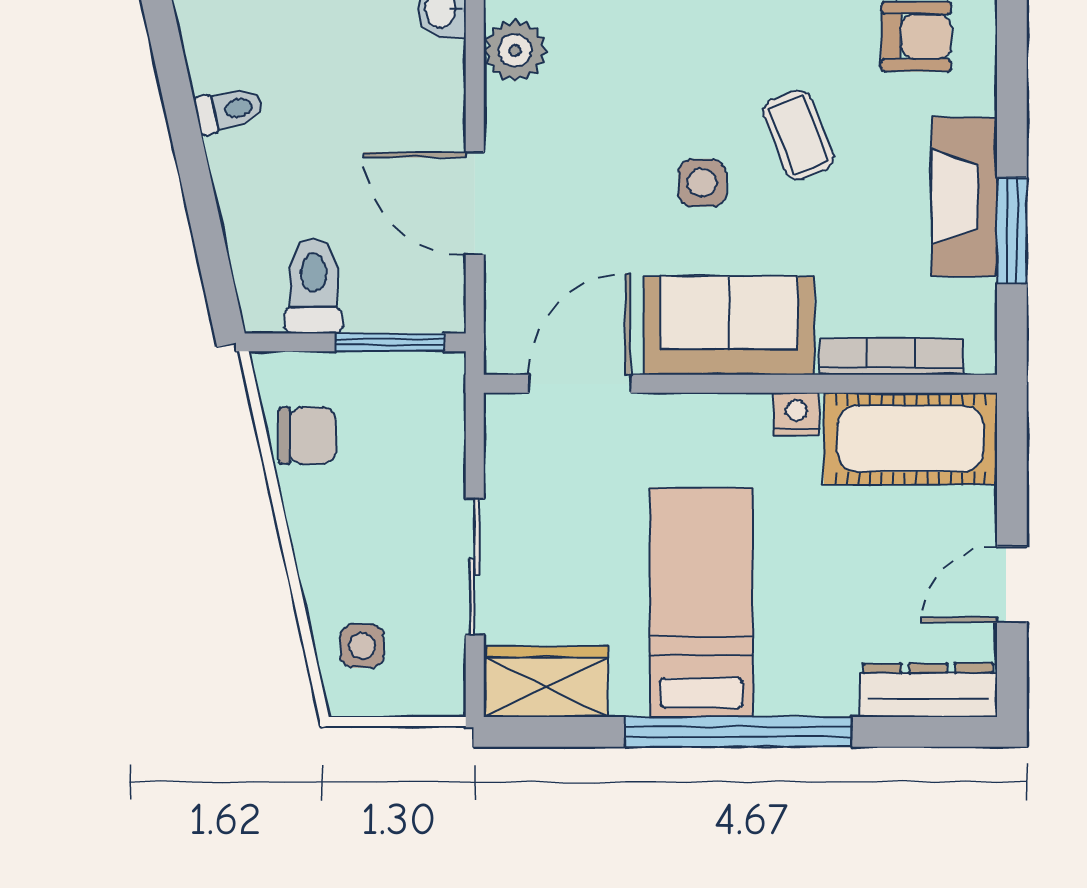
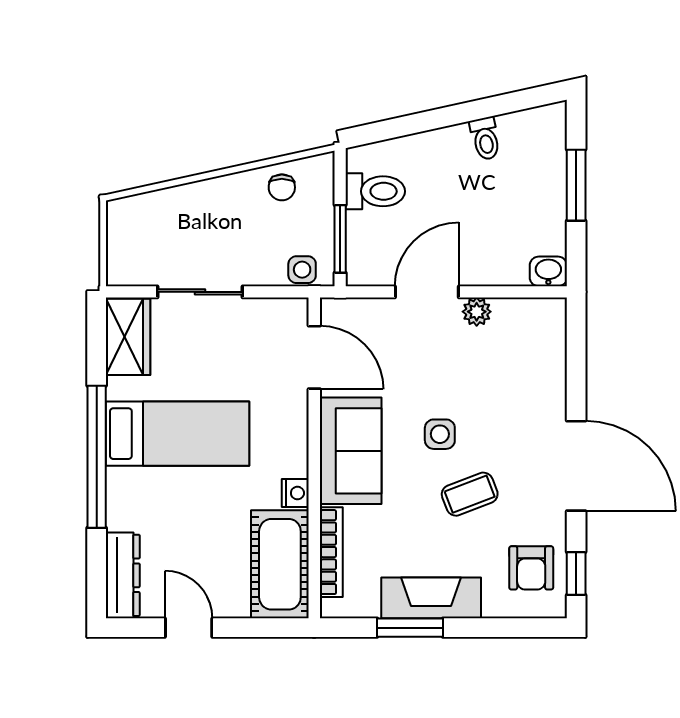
plant: (515, 50) -> (477, 312), moved, width x0.73, depth x0.73
chair: (307, 435) -> (282, 187), width x0.73, depth x0.73
side table: (362, 646) -> (302, 270), moved

